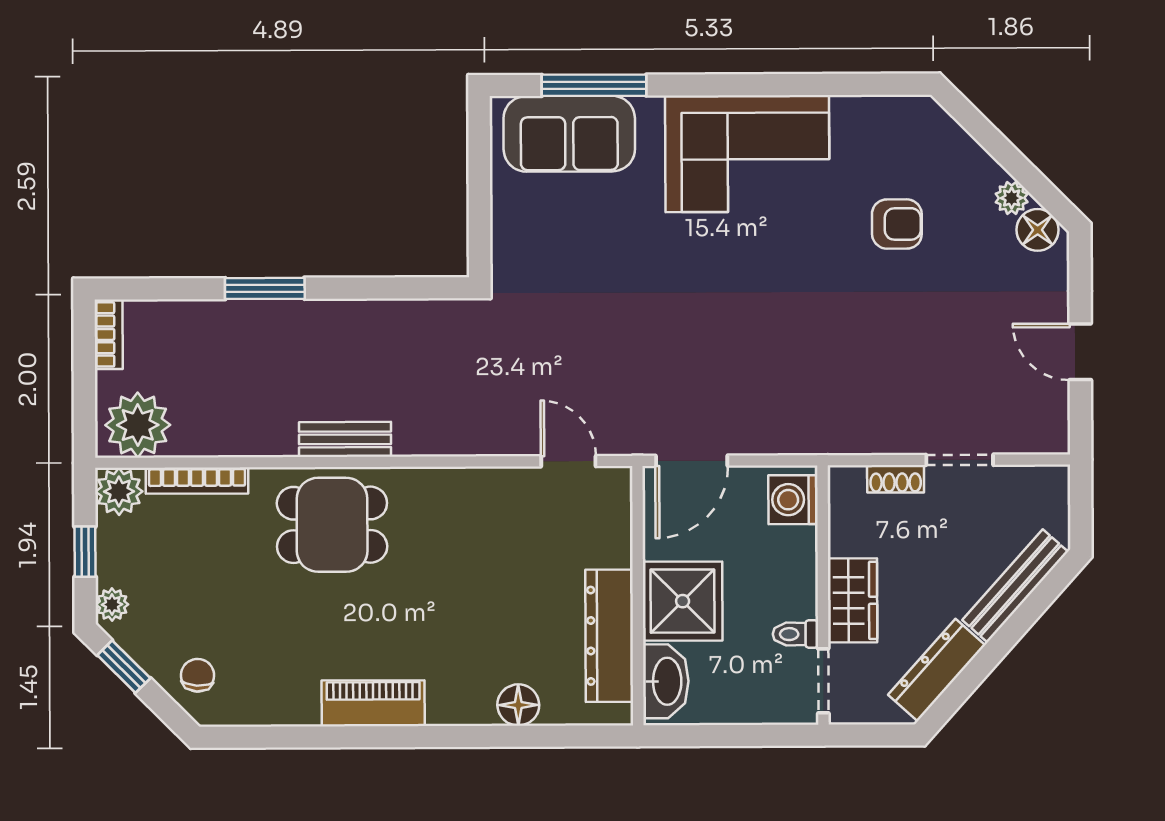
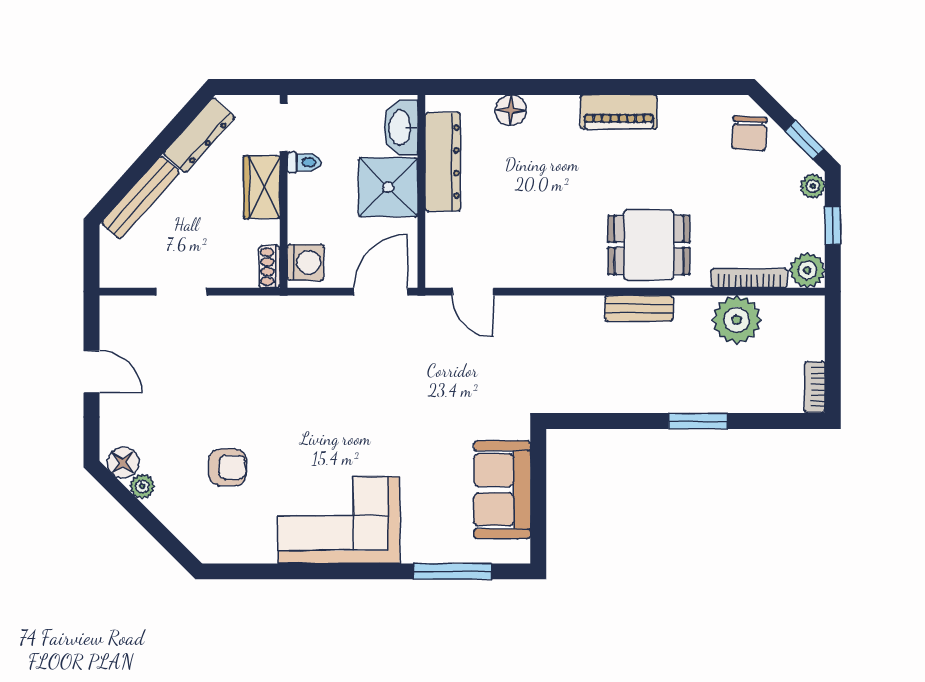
sofa: (569, 134) -> (502, 490), moved, turned -90
armchair: (897, 224) -> (228, 467), turned 180
plant: (138, 425) -> (737, 320), moved
shoe rack: (896, 479) -> (270, 267), moved, turned -90
chair: (198, 675) -> (749, 133), width x1.37, depth x1.37

